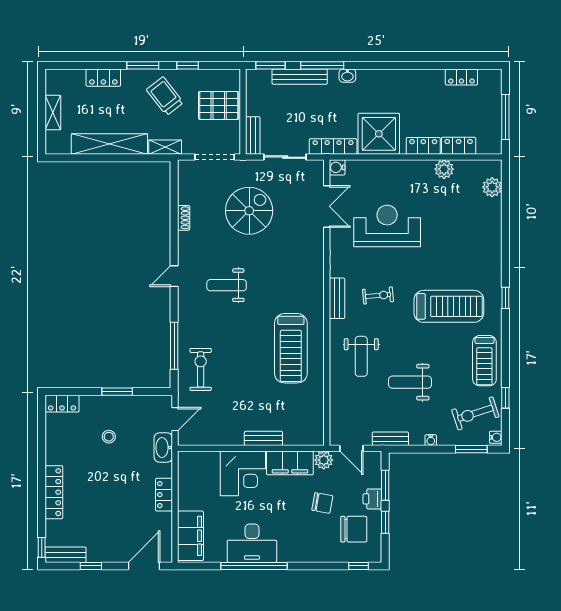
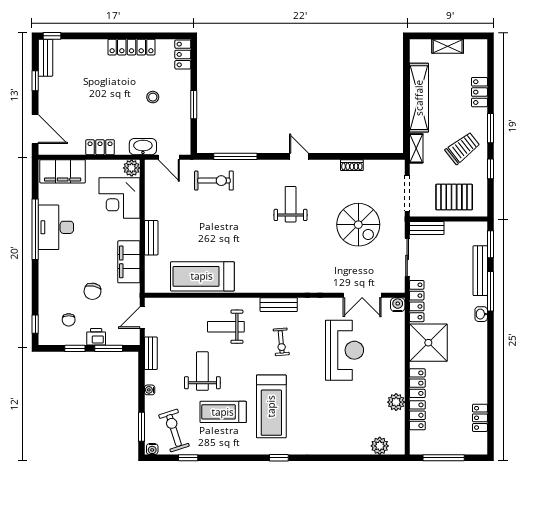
pallet: (219, 105) -> (454, 197), turned 90
treadmill: (291, 348) -> (202, 276), moved
treadmill: (484, 361) -> (223, 412), moved
plant: (324, 460) -> (132, 168), moved
corner desk: (243, 473) -> (119, 198), moved
locker: (54, 492) -> (132, 47), moved
chair: (354, 529) -> (69, 320), width x0.54, depth x0.54

